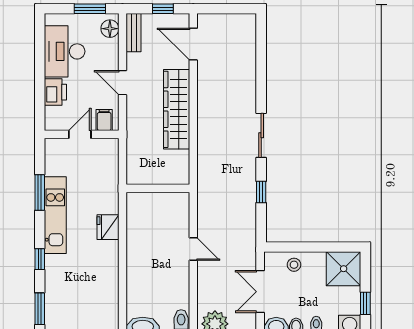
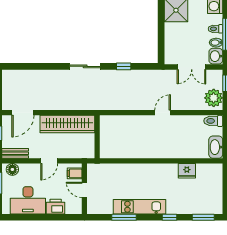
wall: (158, 188) -> (97, 137), moved
fridge: (108, 227) -> (187, 171), moved
stool: (294, 265) -> (173, 44), removed

